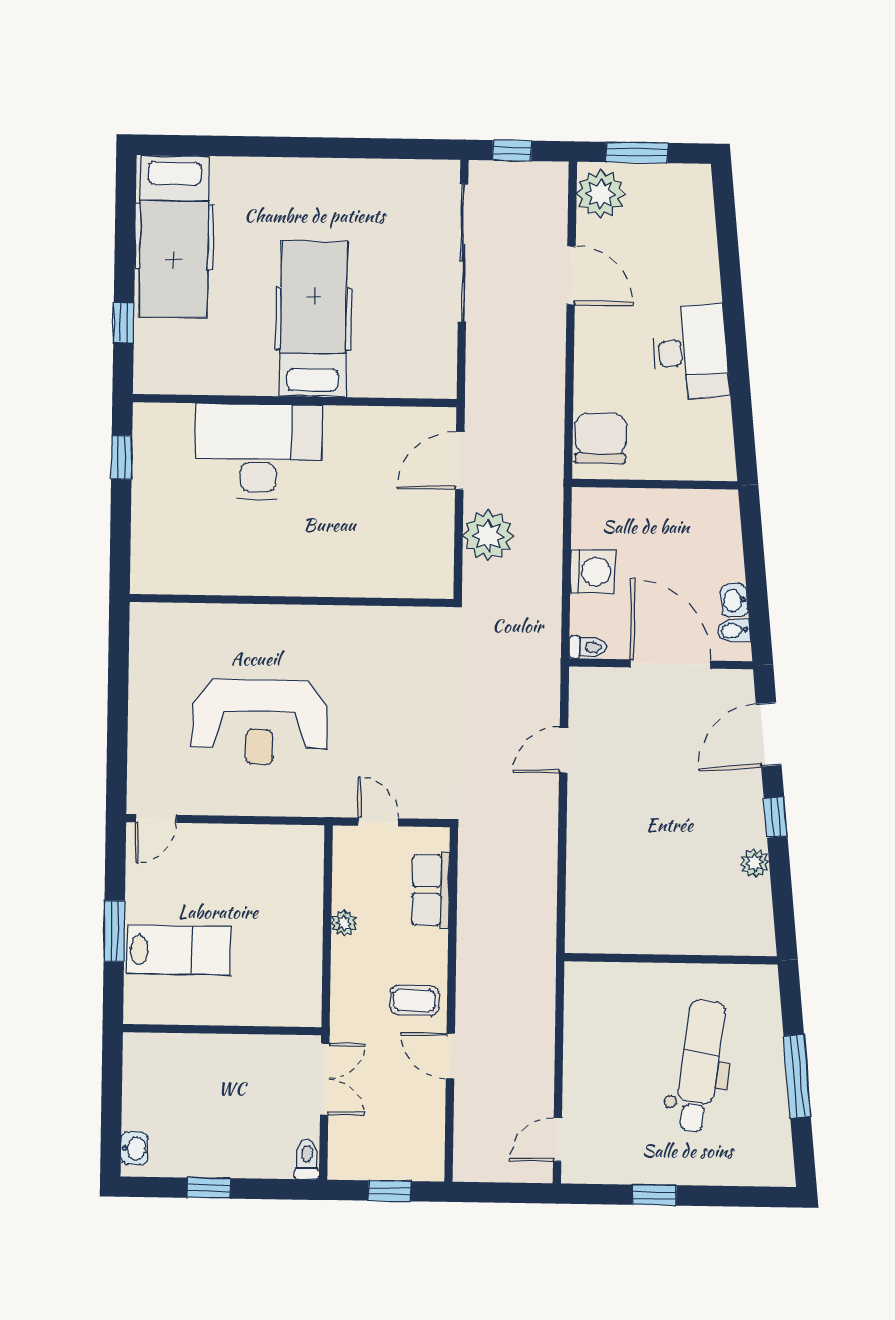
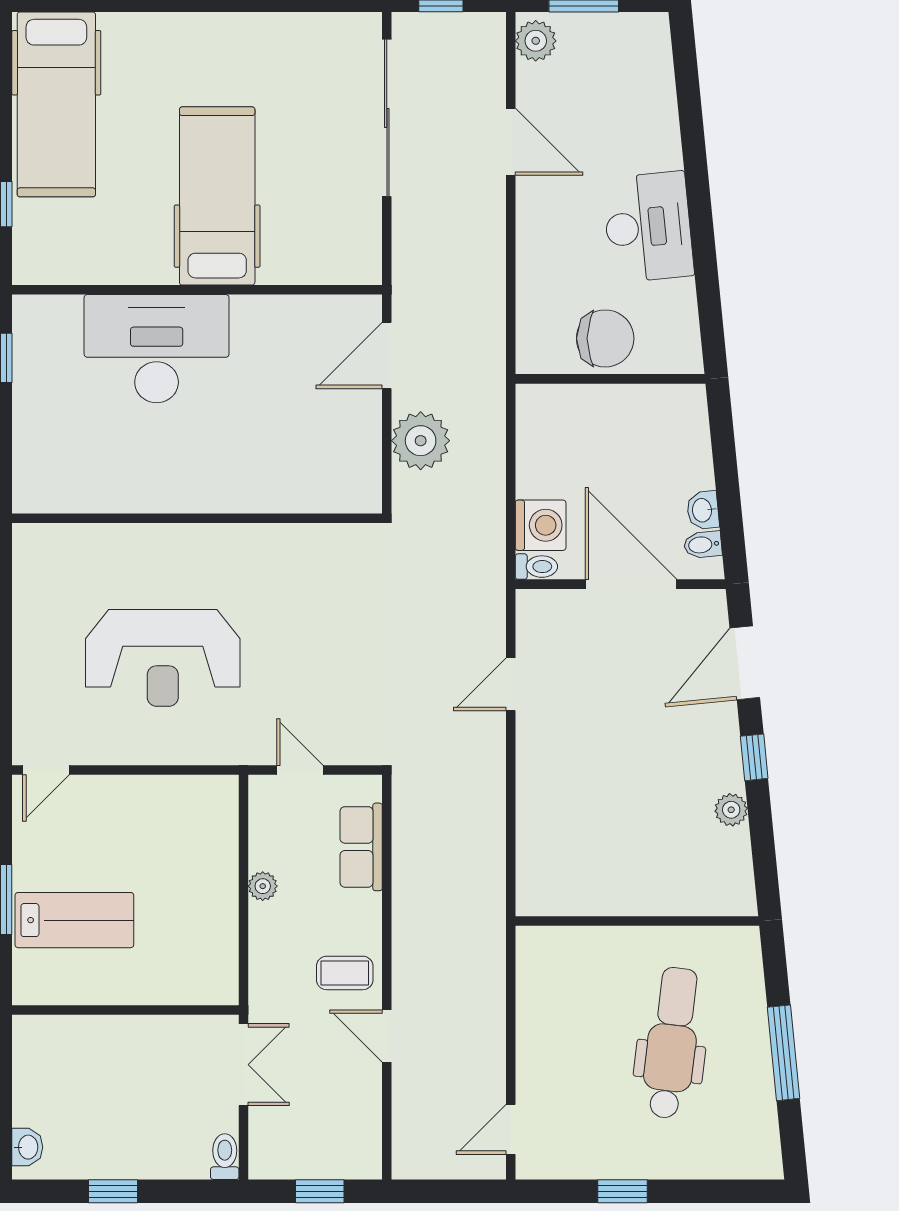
plant: (601, 194) -> (536, 41), width x0.73, depth x0.73
chair: (601, 438) -> (605, 338), moved, turned 90
washing machine: (593, 572) -> (541, 525), moved

